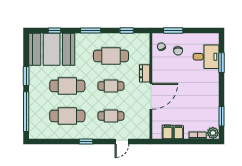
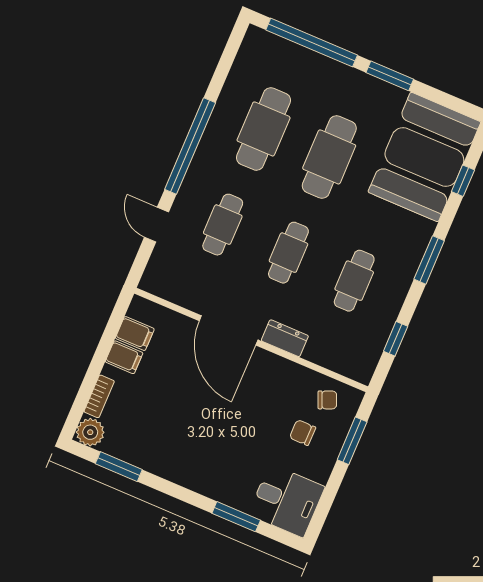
cafe table: (111, 56) -> (354, 281), width x0.73, depth x0.74
desk: (206, 57) -> (287, 501), moved, turned -90
window: (86, 141) -> (190, 146), width x3.17

